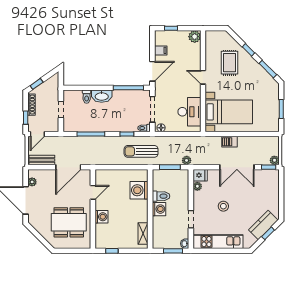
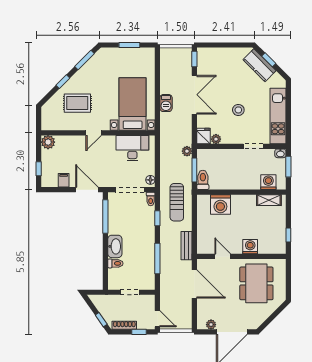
bench: (42, 160) -> (187, 246), moved
plant: (274, 160) -> (187, 53), removed
toilet: (161, 196) -> (203, 180), moved
washing machine: (159, 209) -> (268, 182), moved

